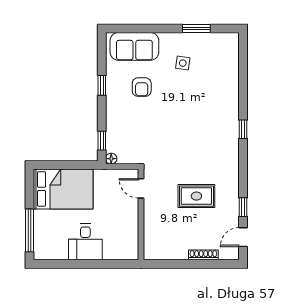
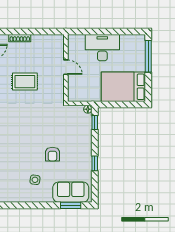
window: (196, 28) -> (71, 205), moved
armchair: (142, 87) -> (52, 154), moved, turned 180
door: (141, 188) -> (66, 67), moved
desk: (85, 242) -> (102, 48), width x1.37

